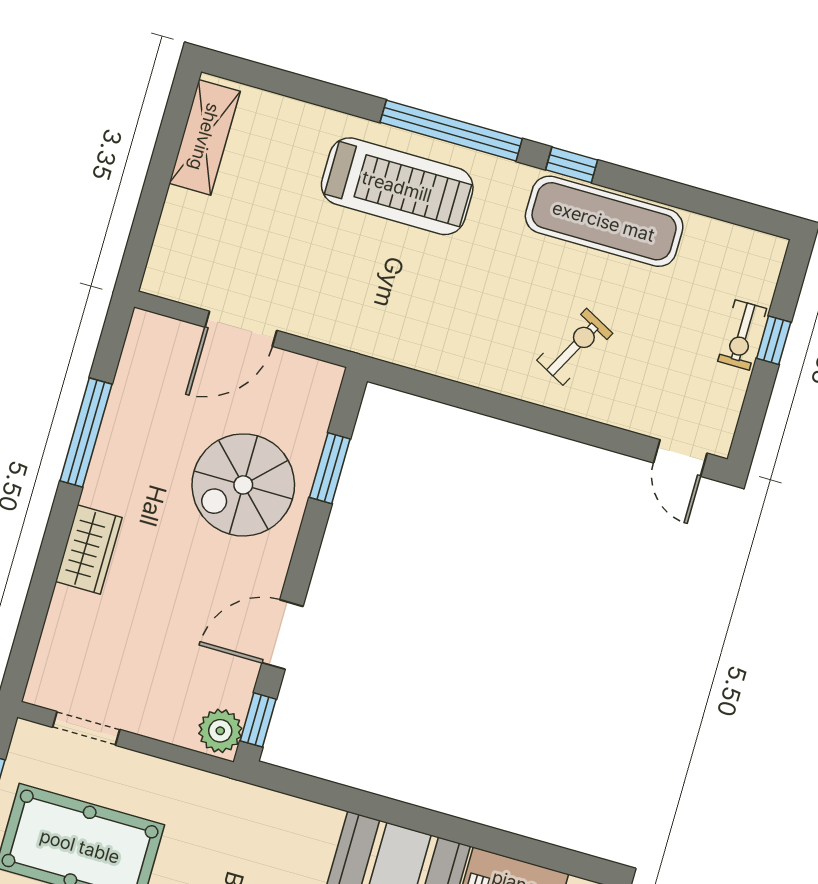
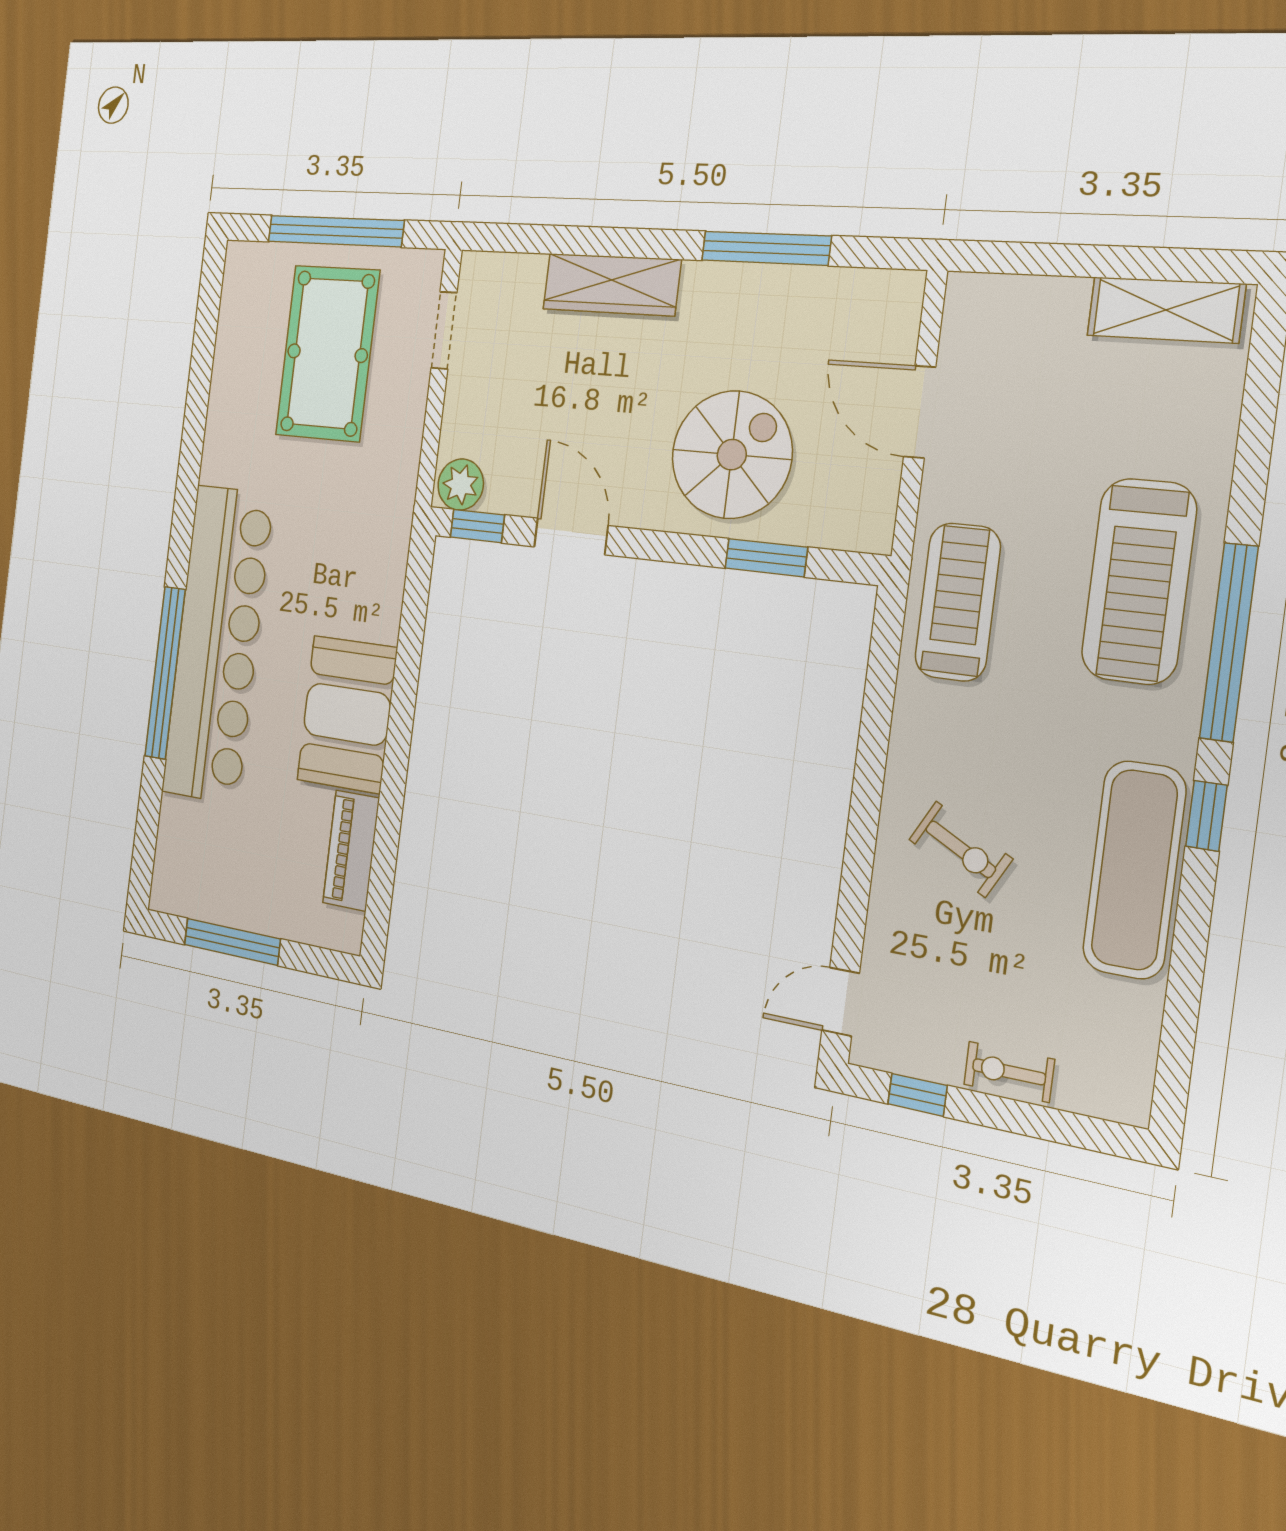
treadmill: (390, 321) -> (958, 602), added
window: (774, 340) -> (917, 1095), moved
spiral stairs: (243, 485) -> (732, 455), turned 90
wardrobe: (89, 549) -> (611, 284), width x1.50

